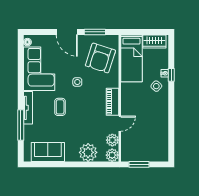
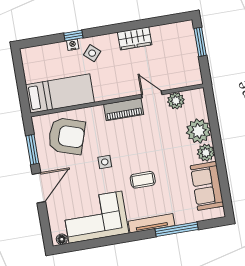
wardrobe: (154, 41) -> (135, 38), moved, turned 90
plant: (112, 155) -> (206, 153), moved
window: (139, 164) -> (200, 42), moved

